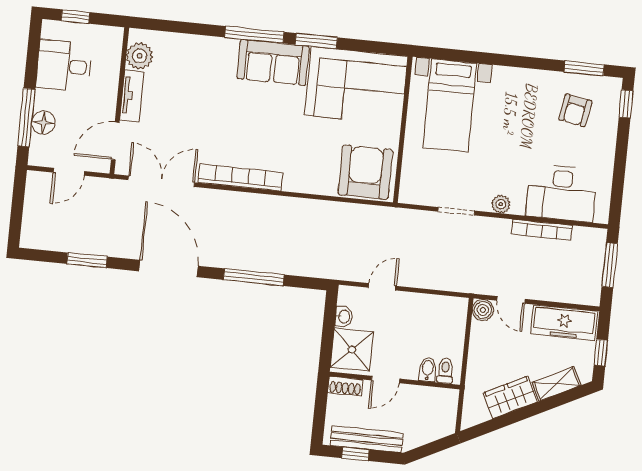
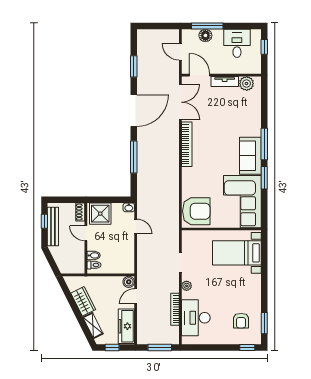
armchair: (575, 110) -> (241, 321), turned -100
washbasin: (344, 317) -> (129, 207), moved

